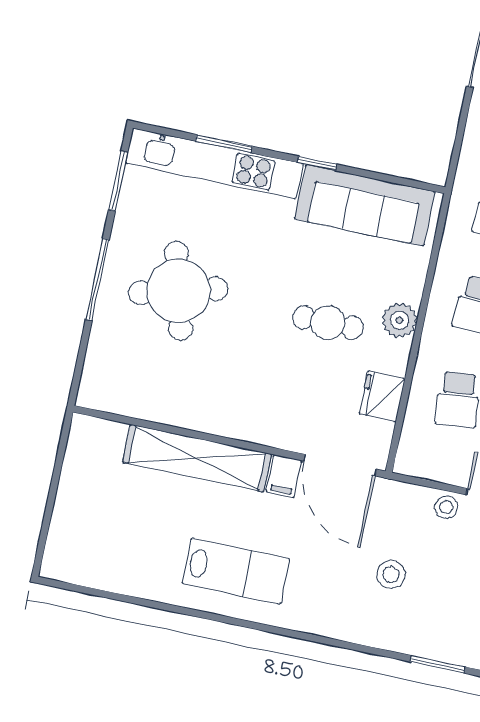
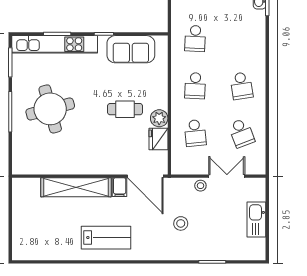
sofa: (365, 205) -> (131, 49), width x0.73
plant: (400, 320) -> (159, 118), moved

